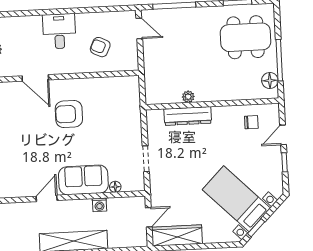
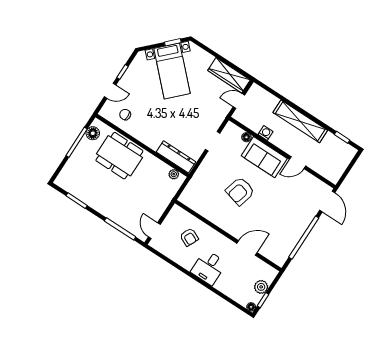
dining table: (246, 37) -> (119, 156), moved
door: (35, 78) -> (247, 248), hinge flipped
plant: (188, 97) -> (174, 174), moved
armchair: (69, 114) -> (240, 191), moved, turned 105
dresser: (188, 116) -> (176, 157), moved

